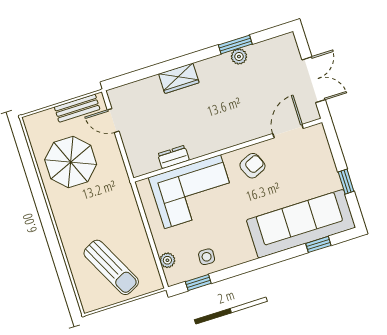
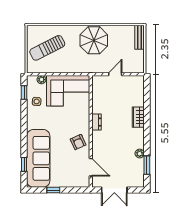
window: (235, 44) -> (147, 165), moved
bench: (77, 108) -> (140, 37), moved
door: (113, 121) -> (115, 74), moved
dresser: (173, 157) -> (96, 122), moved
parasol: (71, 162) -> (94, 40), moved
corner sofa: (192, 192) -> (68, 91), moved, turned -90

